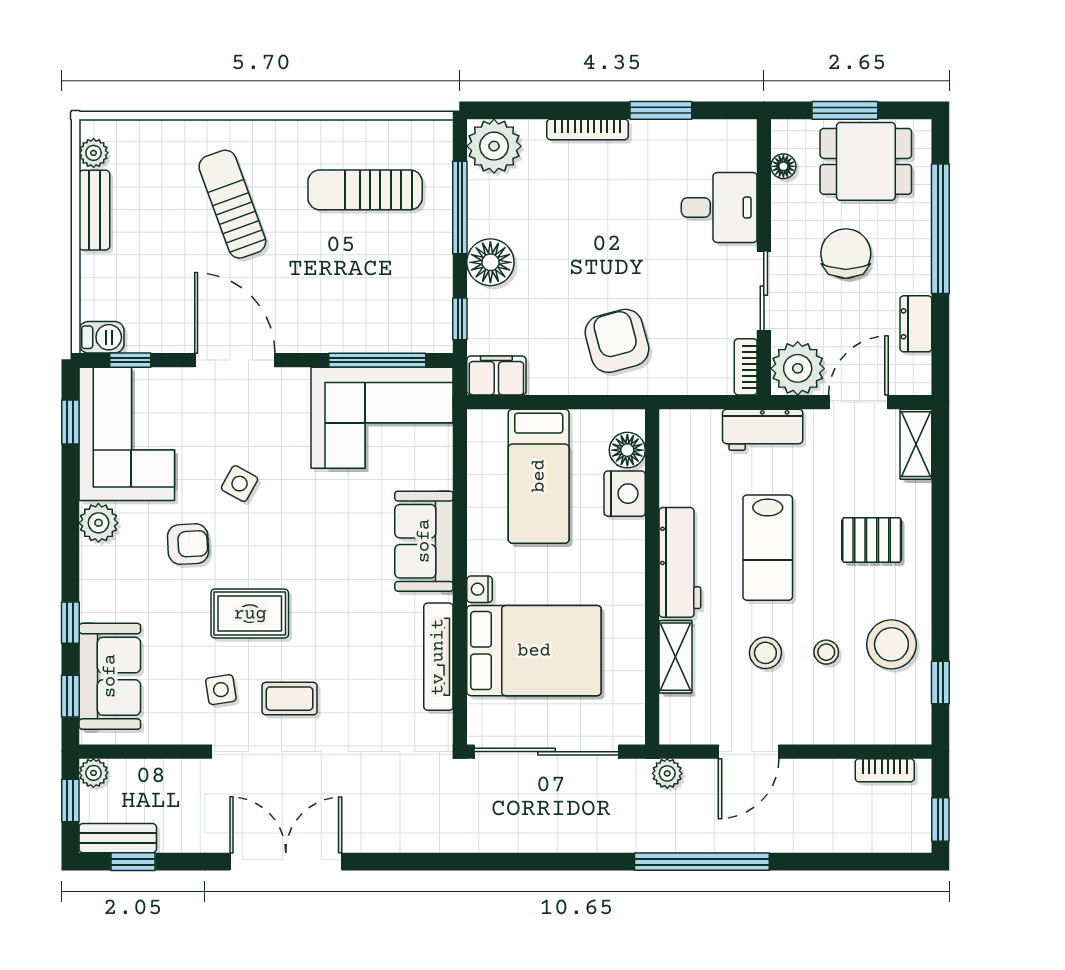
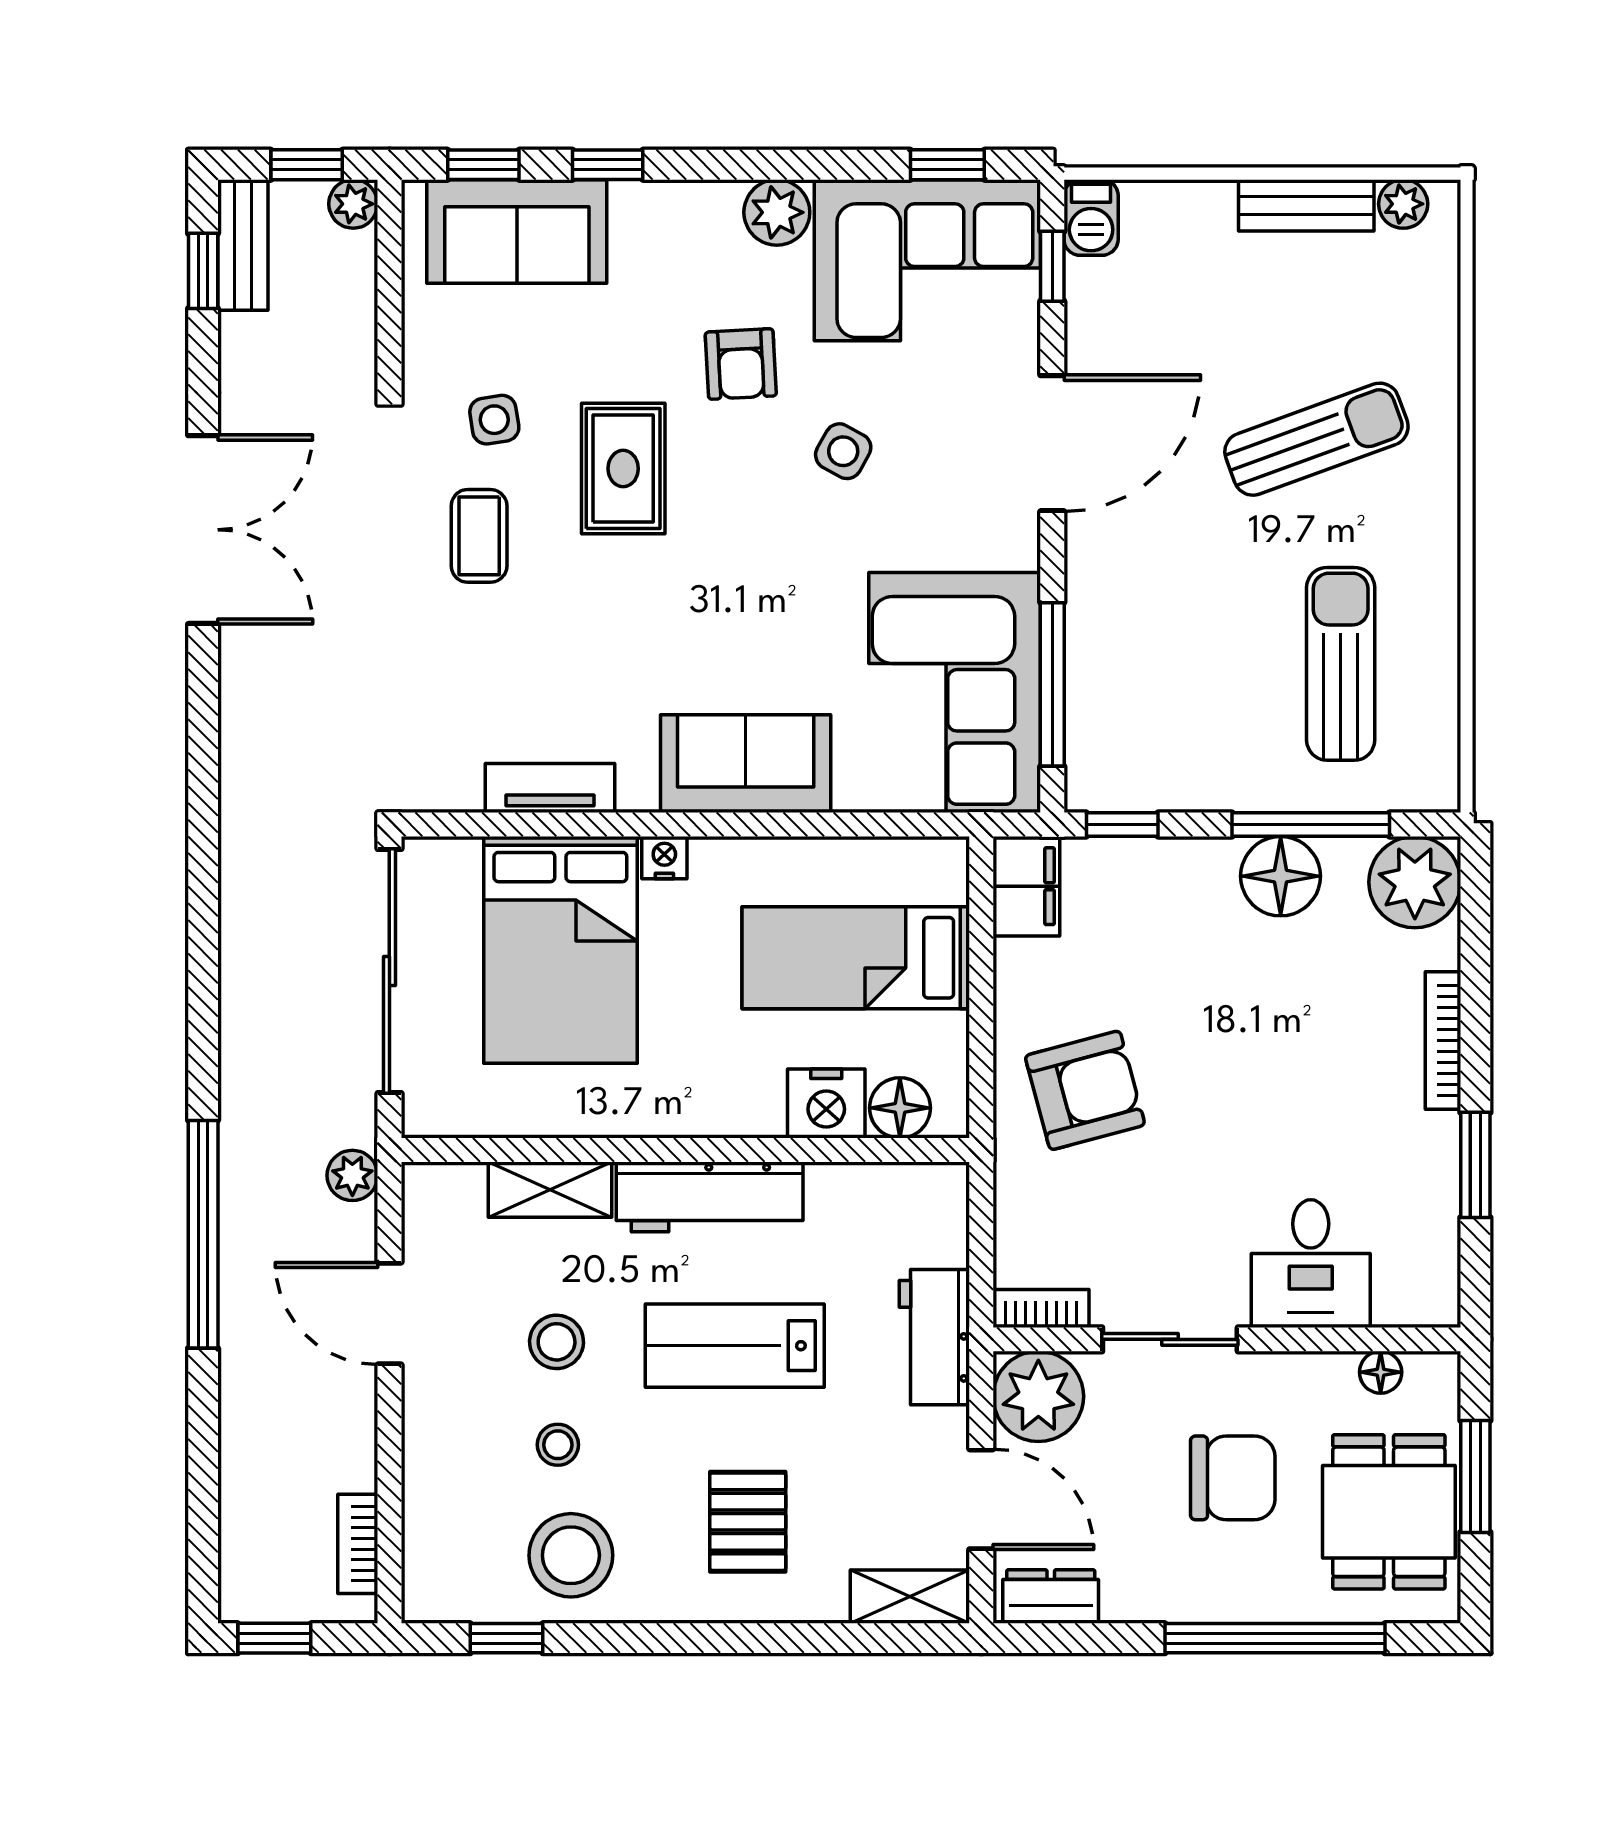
floor lamp: (490, 262) -> (1281, 876), moved
dresser: (916, 324) -> (1051, 1597), moved
tv unit: (438, 657) -> (550, 788), width x0.71

